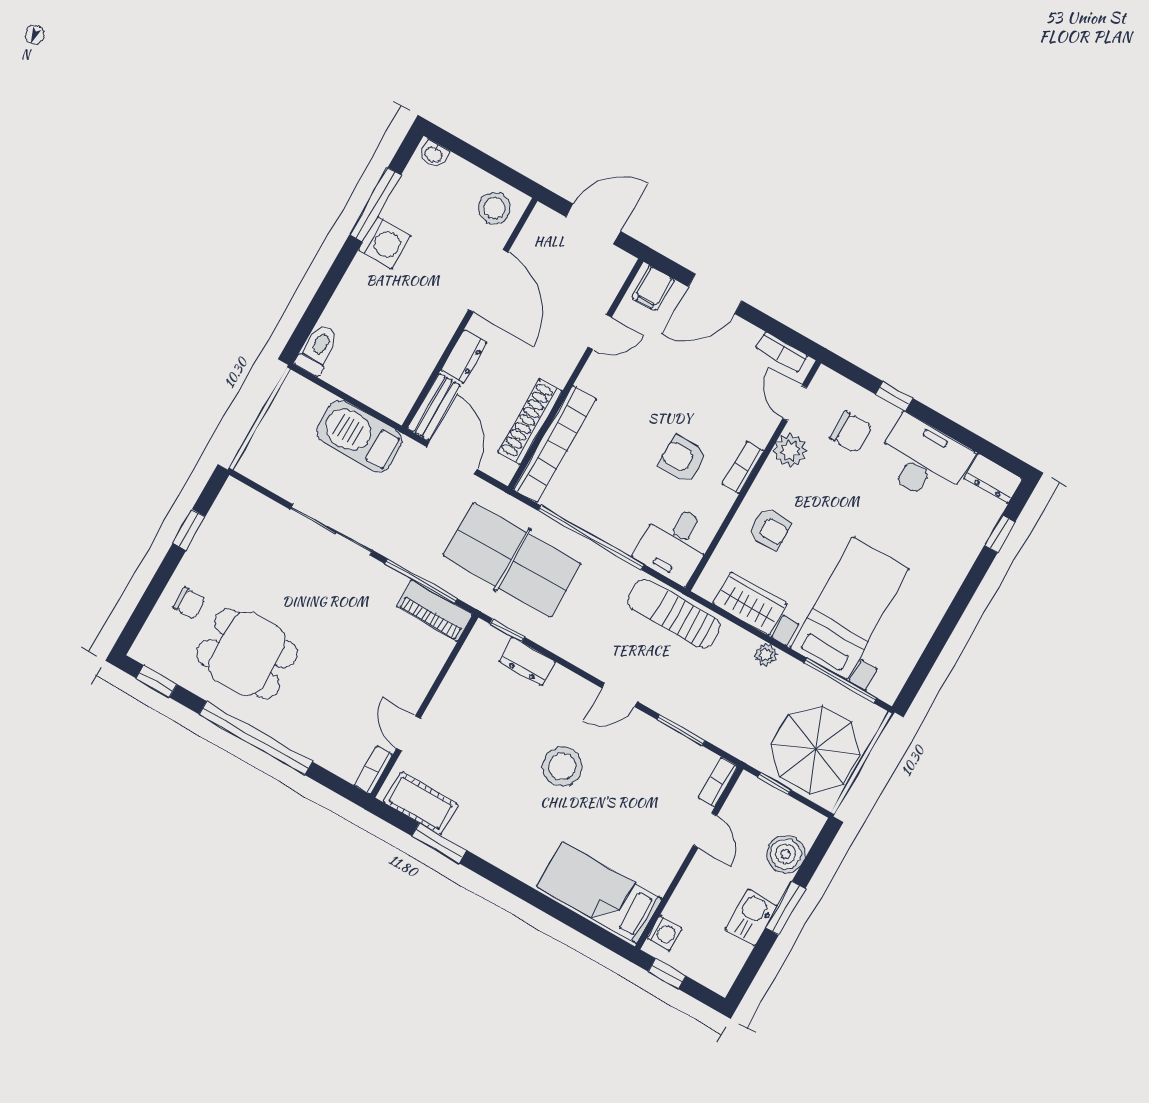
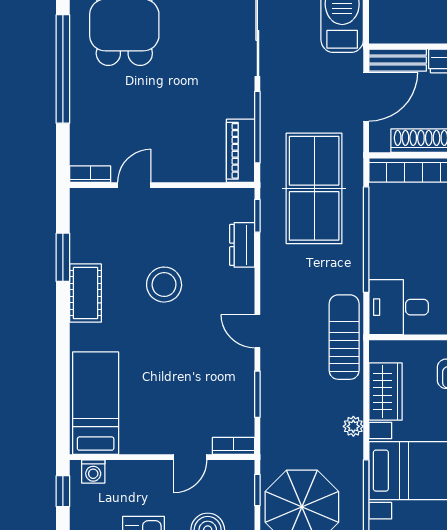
stool: (562, 767) -> (164, 285), moved
cot: (421, 803) -> (86, 293), moved

